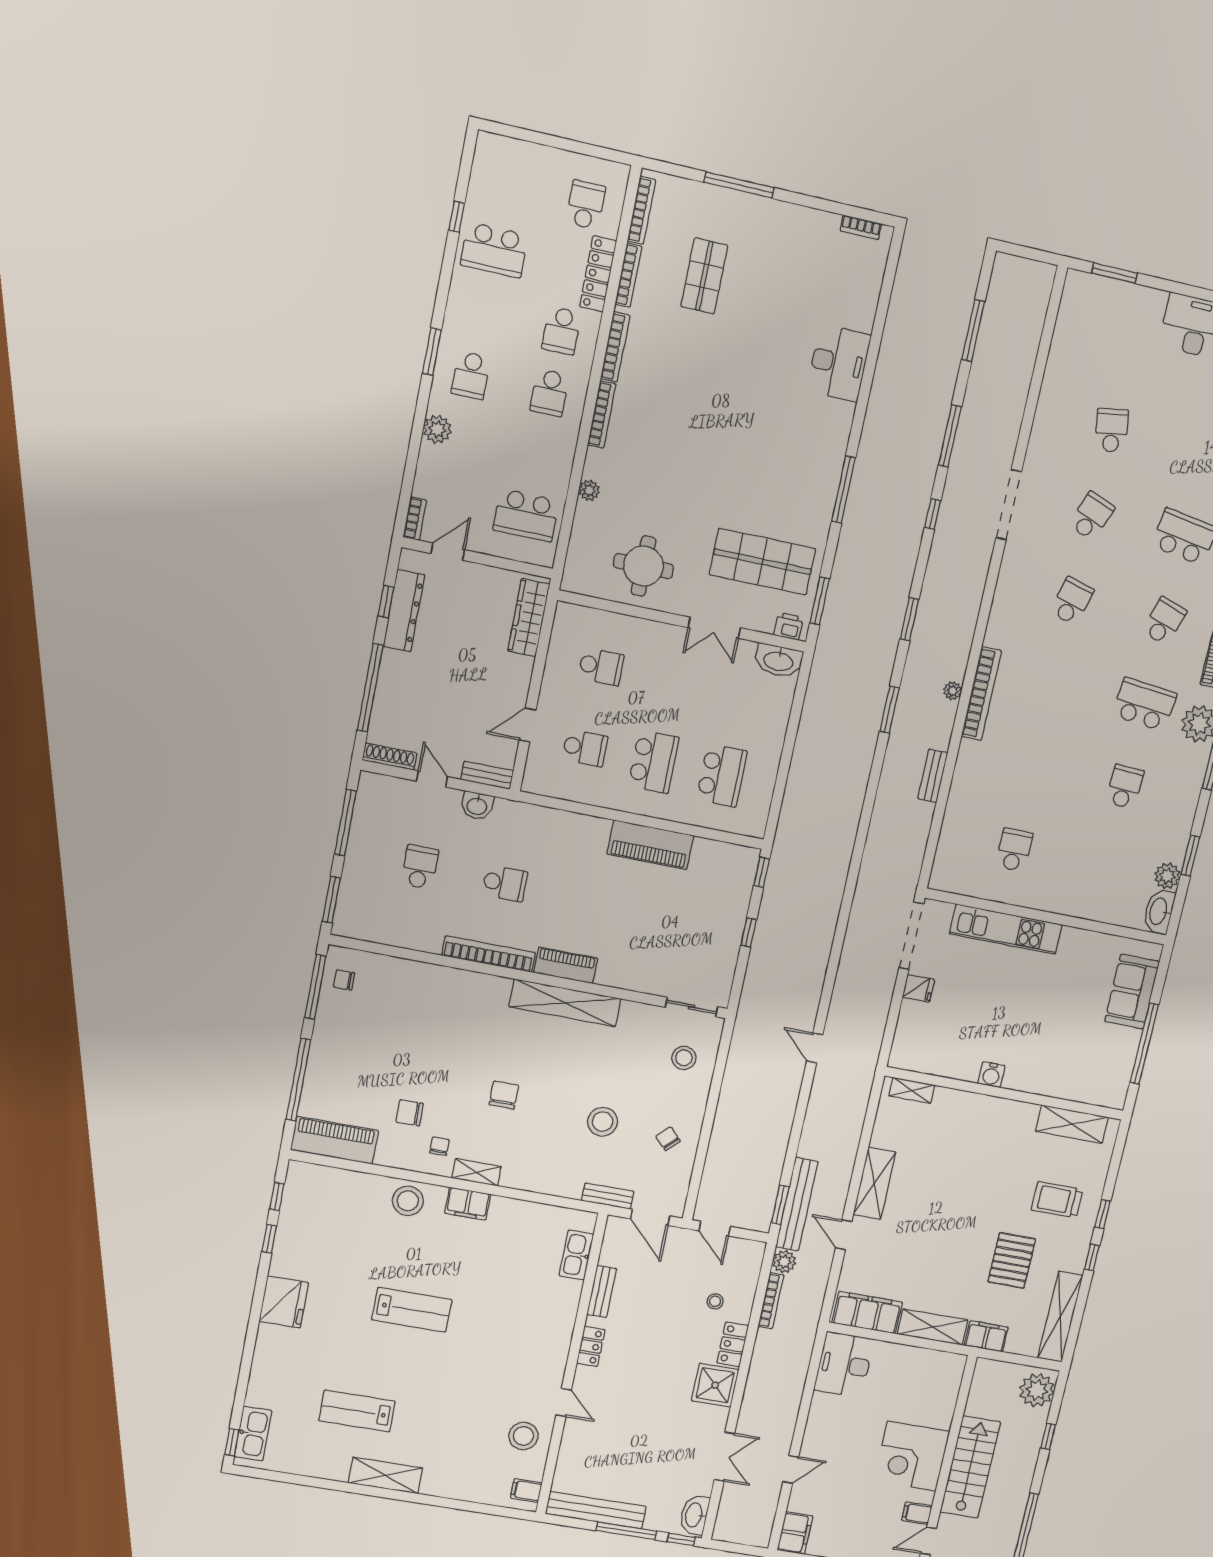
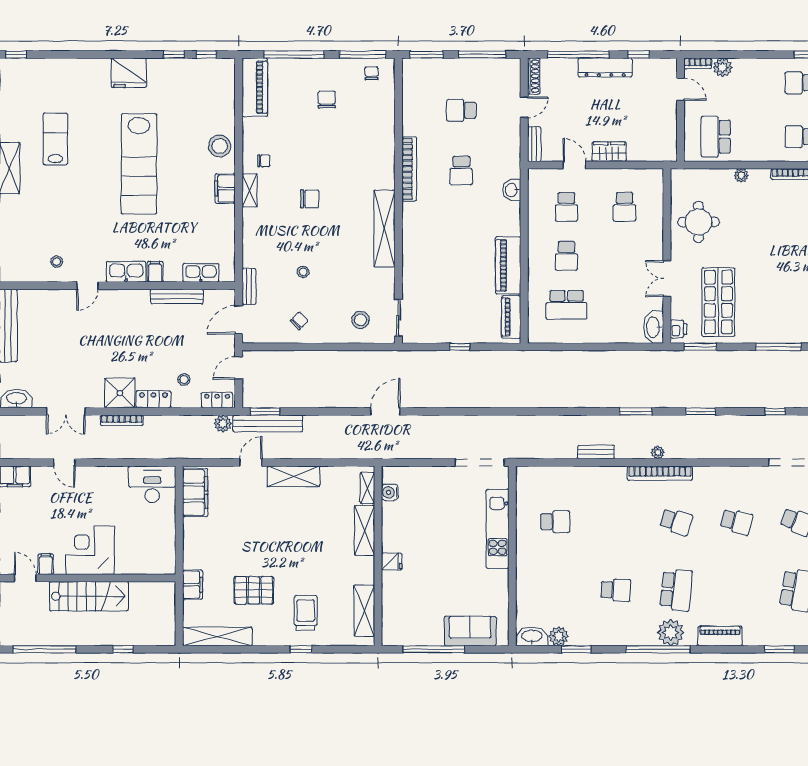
plant: (437, 429) -> (723, 67), moved
dresser: (404, 611) -> (605, 68), moved
wardrobe: (529, 618) -> (609, 152), moved, width x0.67
school desk: (1164, 621) -> (676, 522), moved
school desk: (654, 762) -> (566, 256), width x0.54
washbasin: (477, 806) -> (512, 190), moved
school desk: (420, 867) -> (461, 110), turned 180
window: (762, 872) -> (504, 347), removed
piano: (566, 965) -> (511, 317), moved, turned 180
fridge: (918, 988) -> (392, 561), moved, turned -90
door: (815, 1048) -> (385, 411), width x1.37
water cooler: (991, 1075) -> (390, 492), moved
chair: (410, 1113) -> (327, 100), moved
stool: (603, 1122) -> (303, 272), width x0.53, depth x0.53
window: (1092, 1257) -> (267, 649), removed
bench: (602, 1291) -> (177, 296), width x1.36
bookcase: (771, 1301) -> (122, 420), moved
lab bench: (412, 1310) -> (139, 164), width x1.86, depth x1.39
shelving: (933, 1327) -> (365, 530), moved
locker: (591, 1346) -> (217, 400), moved, turned 180
plant: (1037, 1390) -> (158, 632), removed
kitchen sink: (253, 1434) -> (126, 272), moved, turned 180
stool: (523, 1436) -> (57, 262), width x0.53, depth x0.53
filing cabinet: (526, 1490) -> (155, 272), moved

